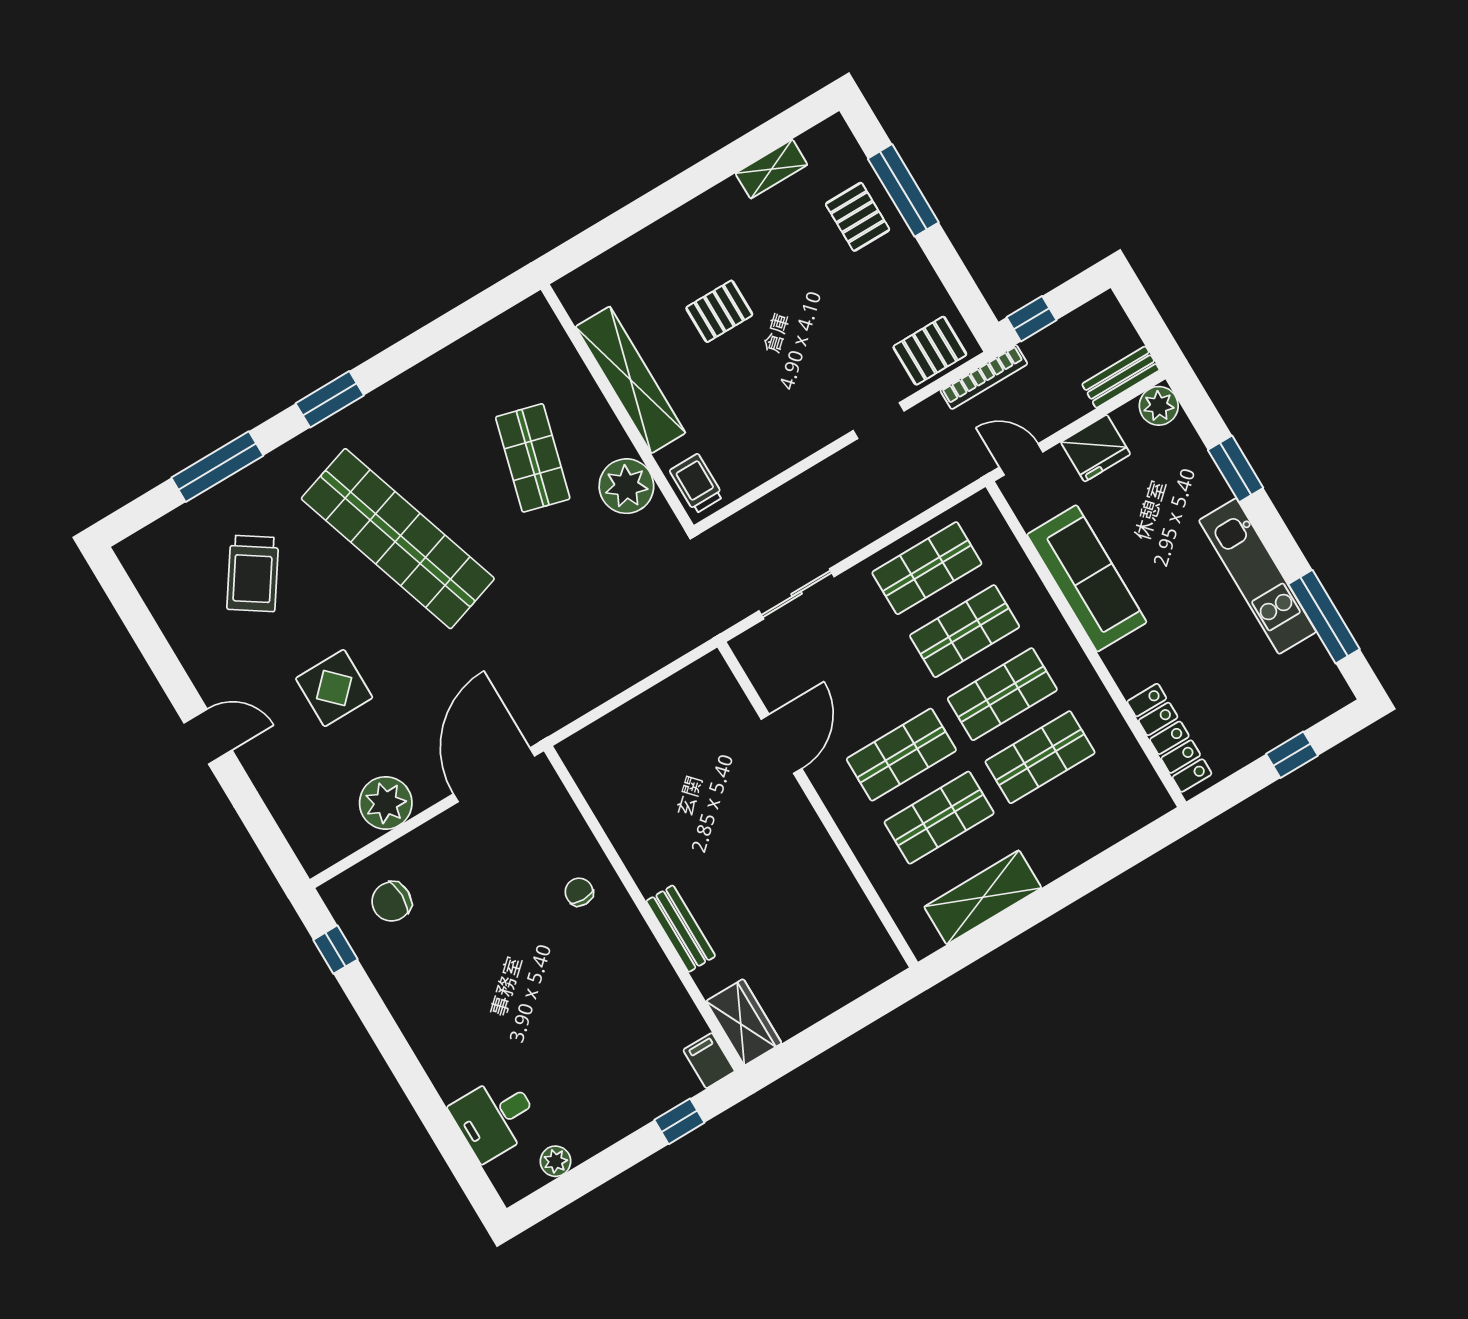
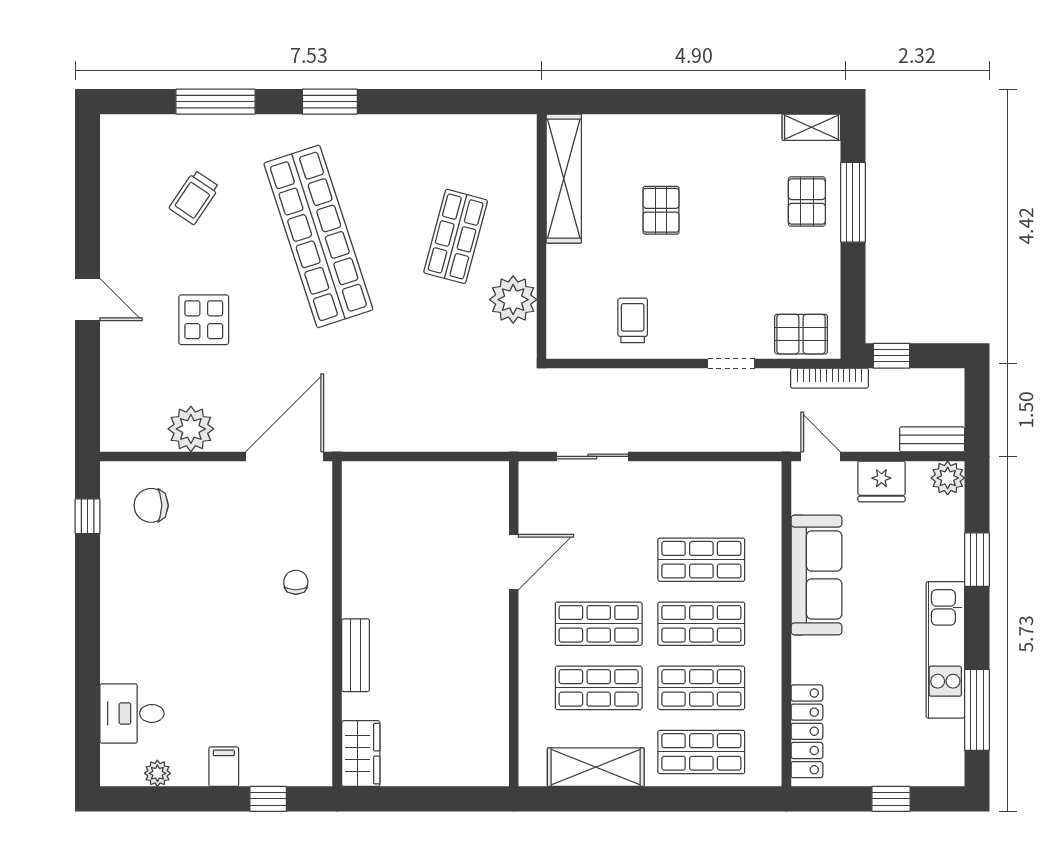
shelving: (771, 169) -> (811, 127), moved
pallet: (719, 311) -> (661, 210), turned 90
shelving: (631, 380) -> (564, 179), moved
trolley: (697, 484) -> (633, 320), moved
shop shelf: (927, 568) -> (701, 752), moved
trolley: (253, 573) -> (194, 197), width x0.73, depth x0.72
filing cabinet: (709, 1061) -> (224, 767), moved

